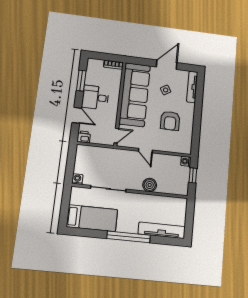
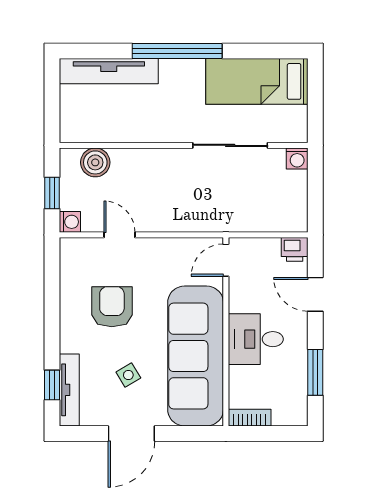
window: (200, 90) -> (52, 385), added
desk: (95, 97) -> (256, 339), moved, turned 180
door: (145, 151) -> (119, 235), moved
boiler: (150, 185) -> (95, 162), moved

